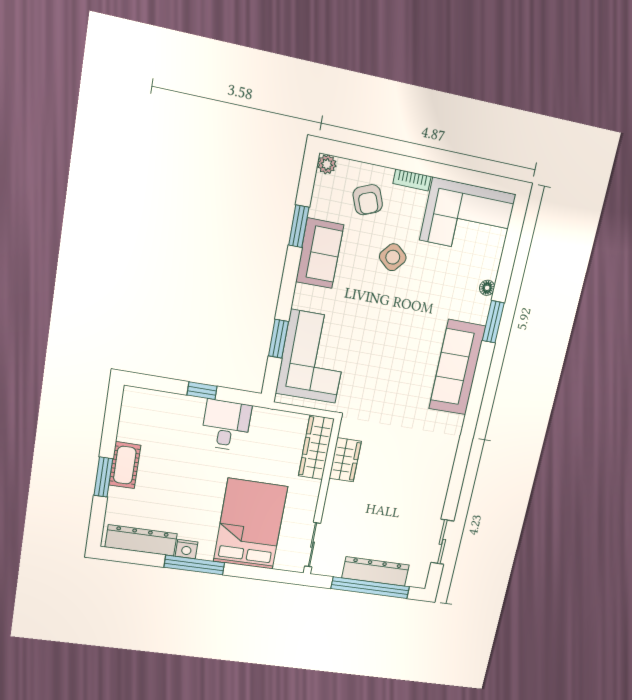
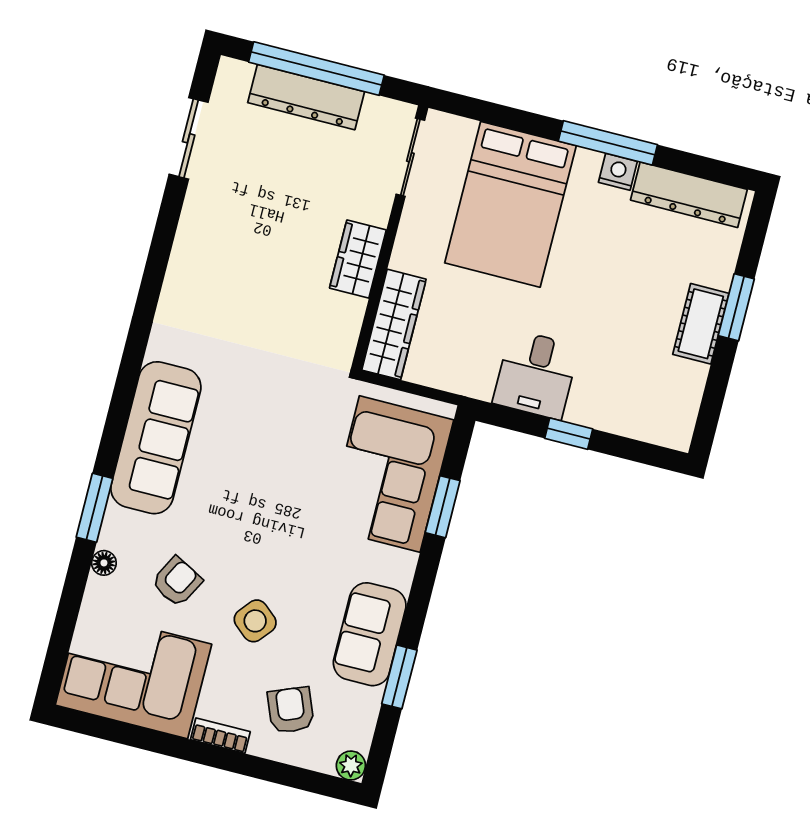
armchair: (442, 279) -> (177, 582), added
wardrobe: (345, 460) -> (358, 259), moved

